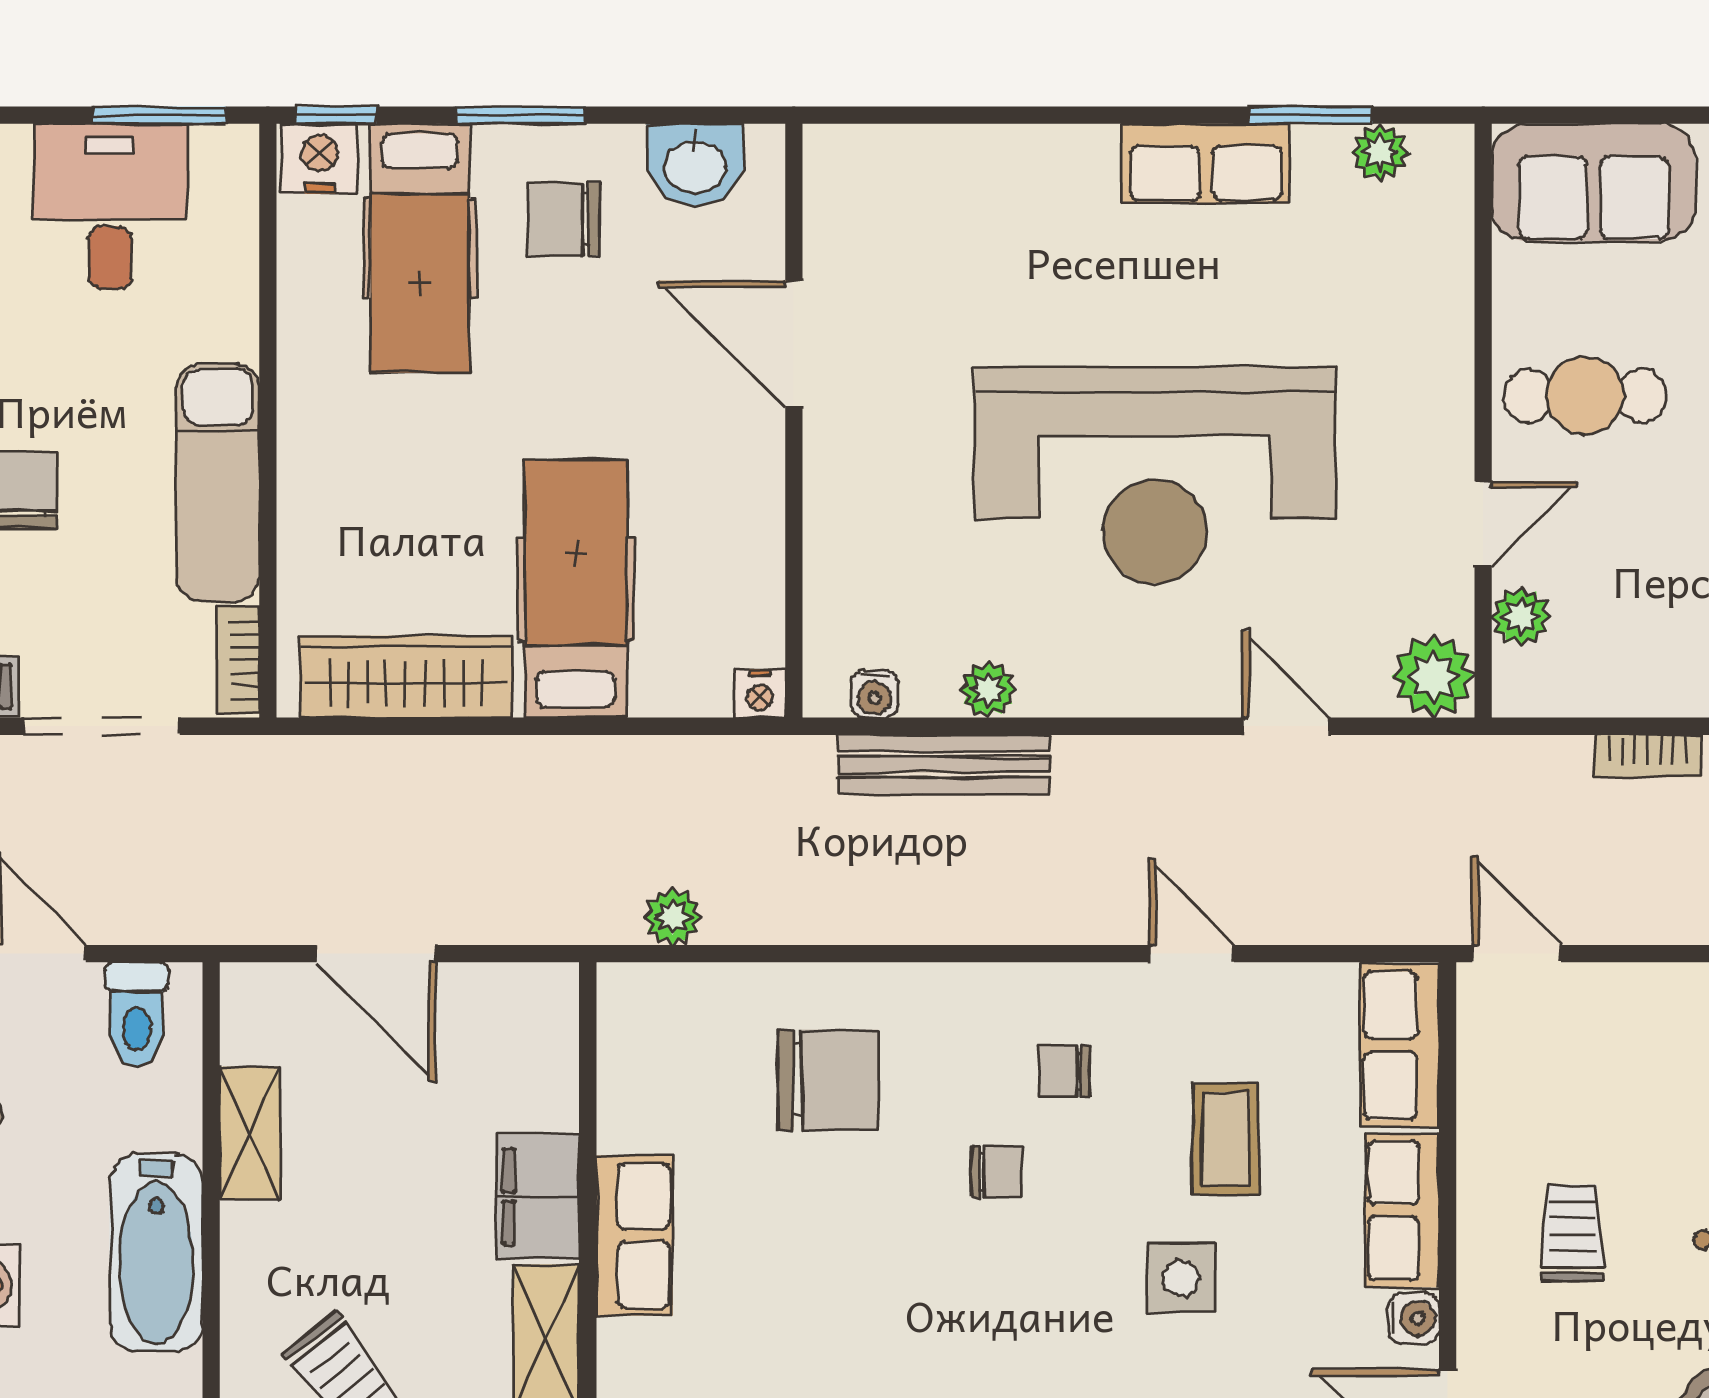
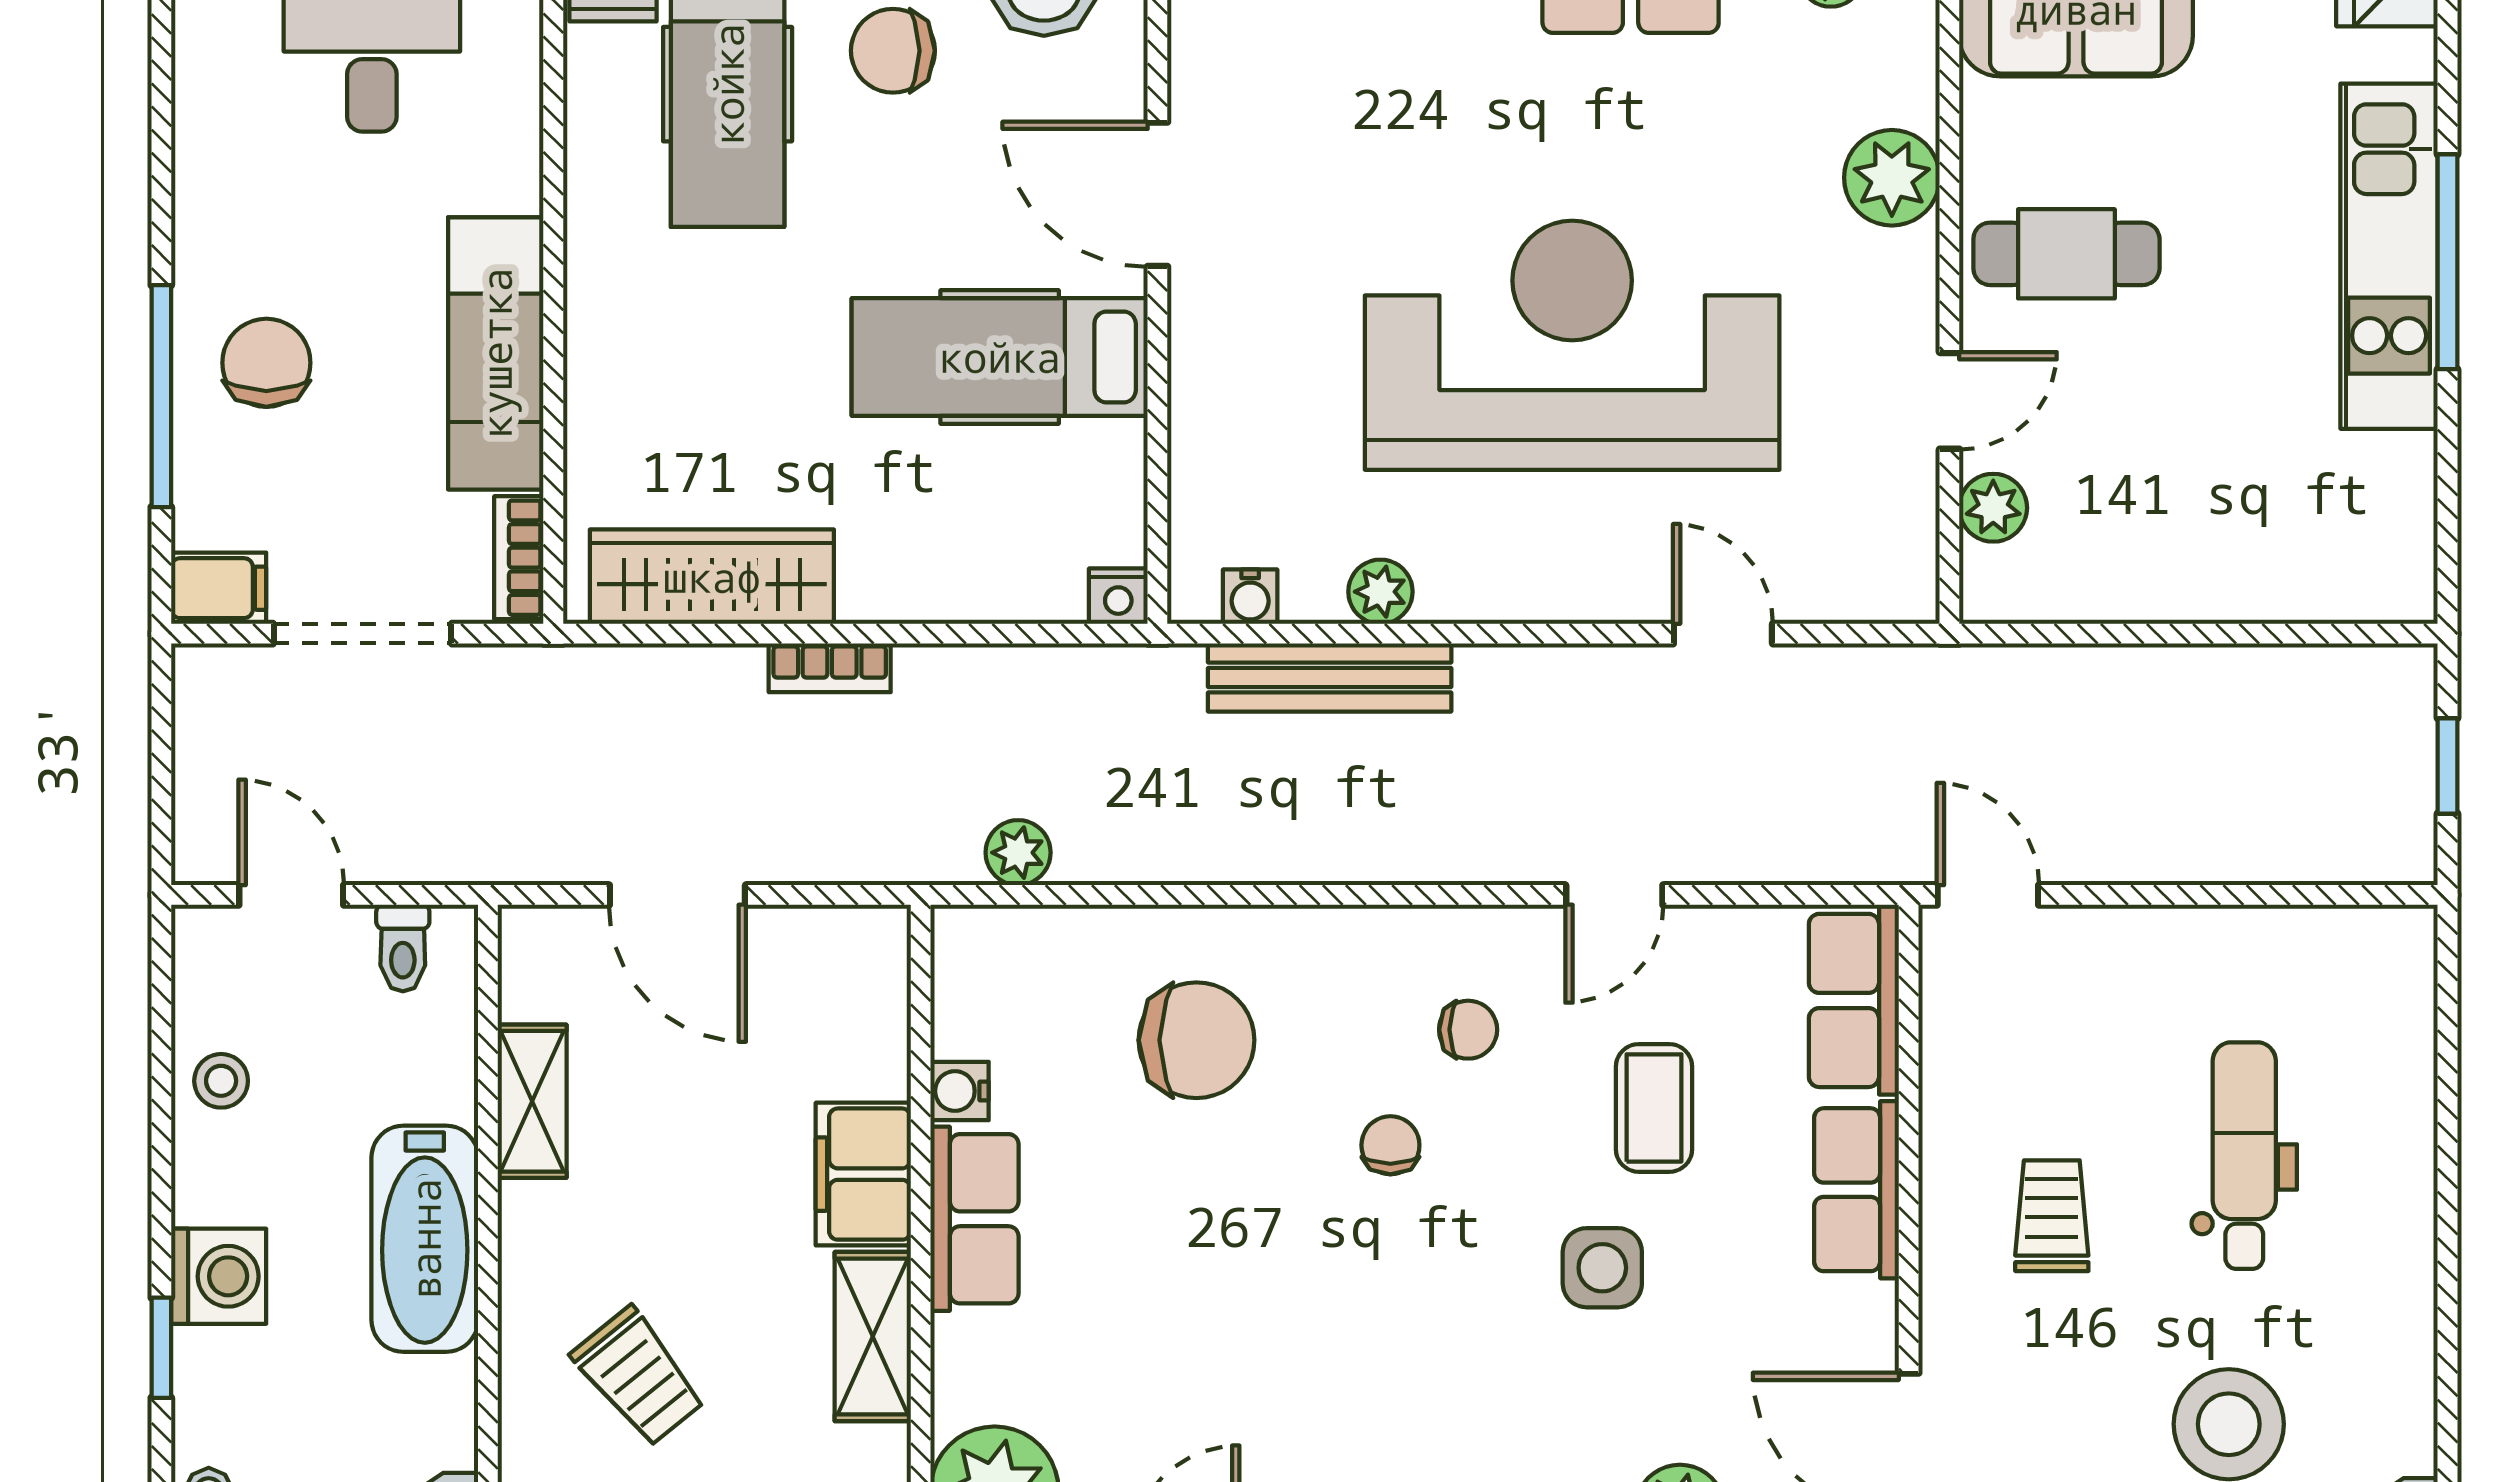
reception desk: (1155, 475) -> (1572, 345), turned 180
hospital bed: (576, 589) -> (1000, 357), moved, turned -90
plant: (1433, 676) -> (1892, 178), moved
bookcase: (1648, 756) -> (830, 668), moved
door: (1191, 954) -> (1614, 895), swing flipped
toilet: (137, 1014) -> (403, 948), width x0.73, depth x0.72
chair: (1064, 1071) -> (1468, 1030), turned 180
chair: (997, 1172) -> (1390, 1145), turned -90
water cooler: (1414, 1318) -> (960, 1091), moved, turned 180

